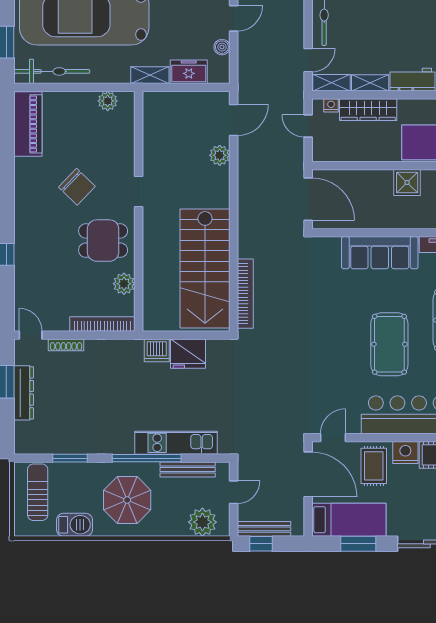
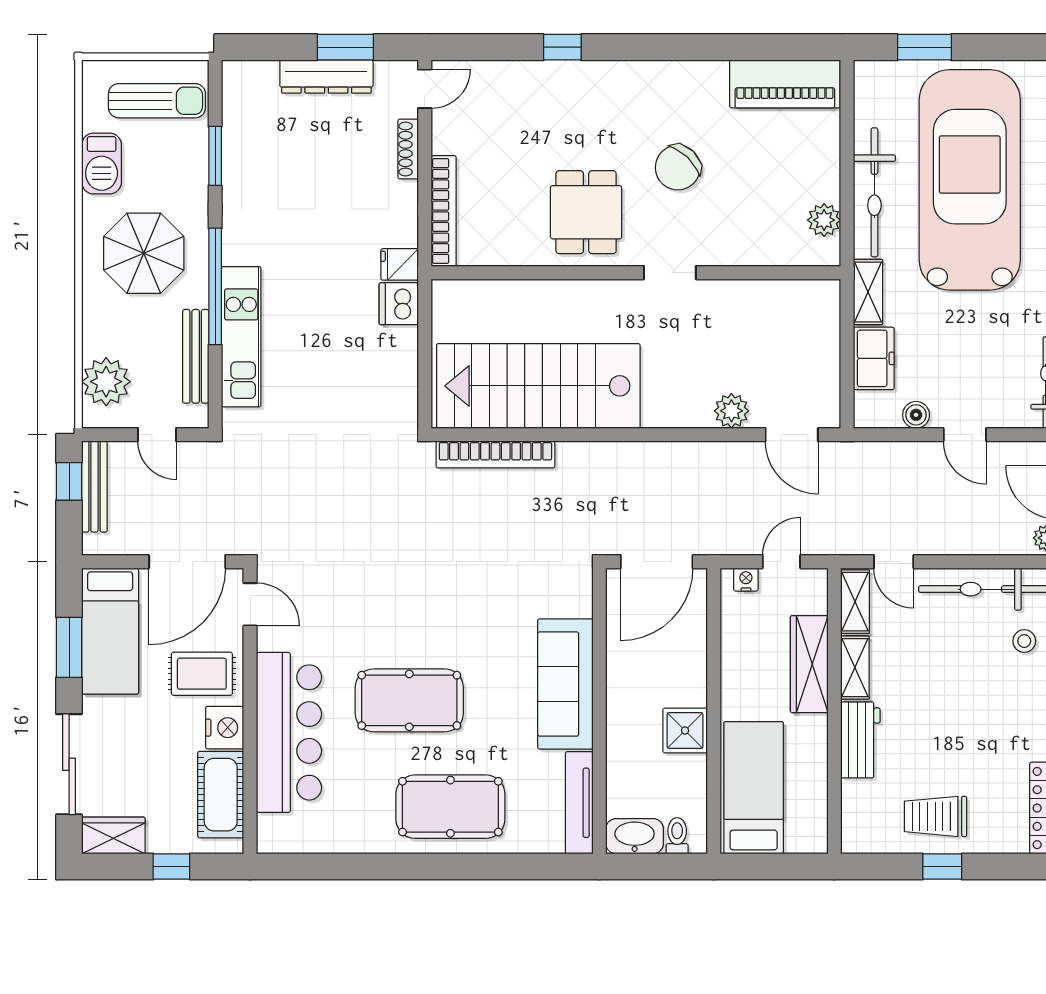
bicycle: (52, 71) -> (874, 192), moved
nightstand: (331, 105) -> (746, 580), moved, turned -90
plant: (124, 284) -> (512, 248), removed
fridge: (188, 354) -> (400, 264), moved, width x0.53, depth x0.75

